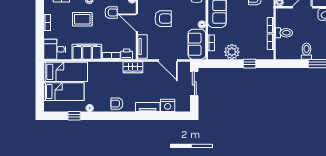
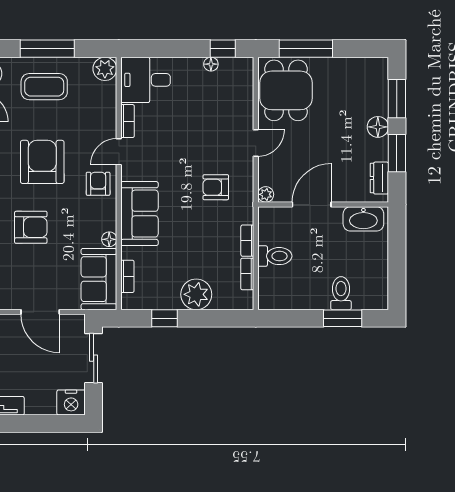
toilet: (306, 51) -> (341, 293), moved
plant: (232, 52) -> (196, 294), moved
window: (249, 64) -> (165, 318), moved
nightstand: (168, 105) -> (71, 402), moved

